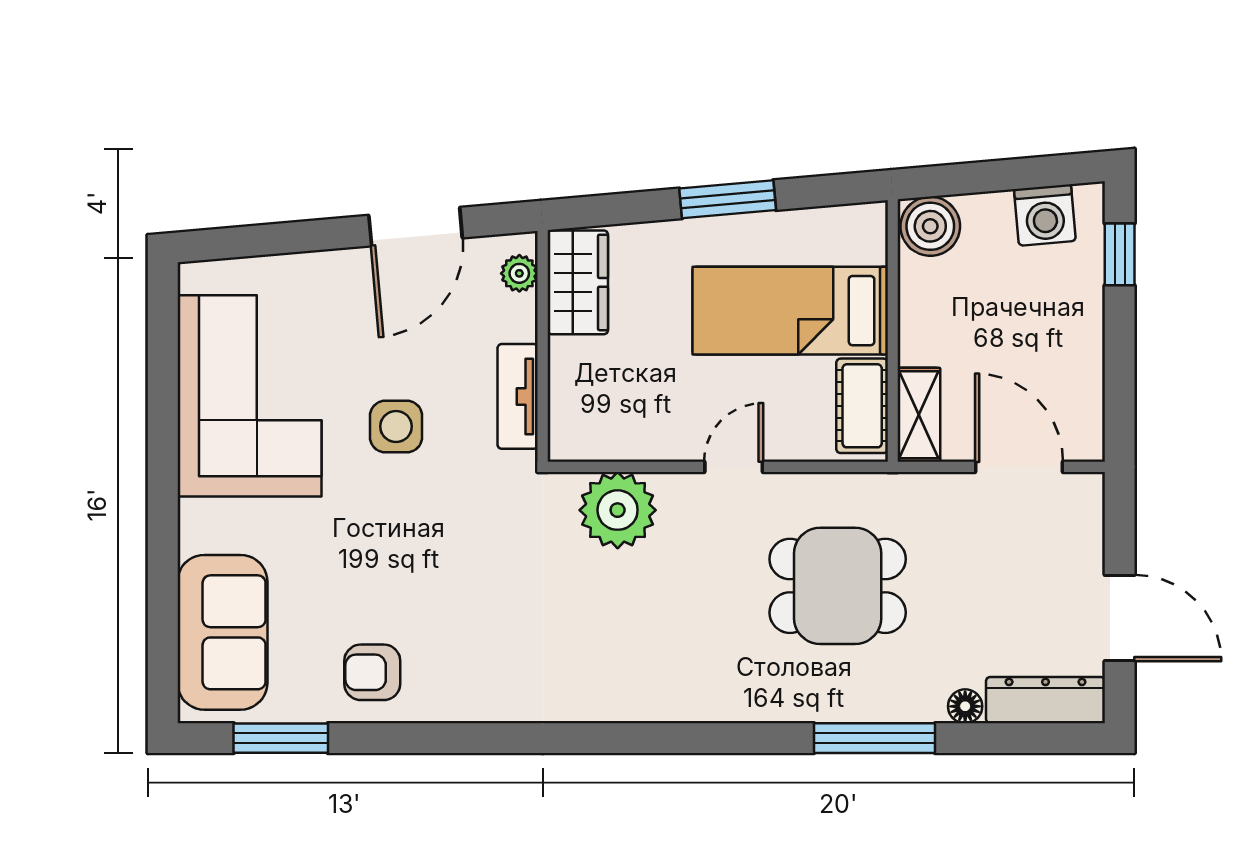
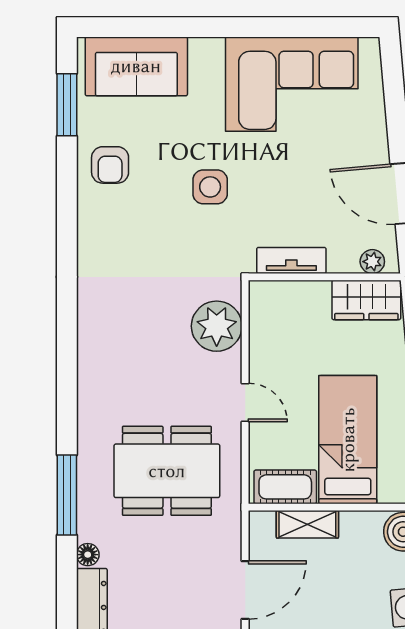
shelving: (919, 415) -> (307, 524), moved
side table: (396, 427) -> (210, 187), moved
dining table: (838, 586) -> (167, 471), width x1.38
armchair: (372, 672) -> (110, 165), turned 180

